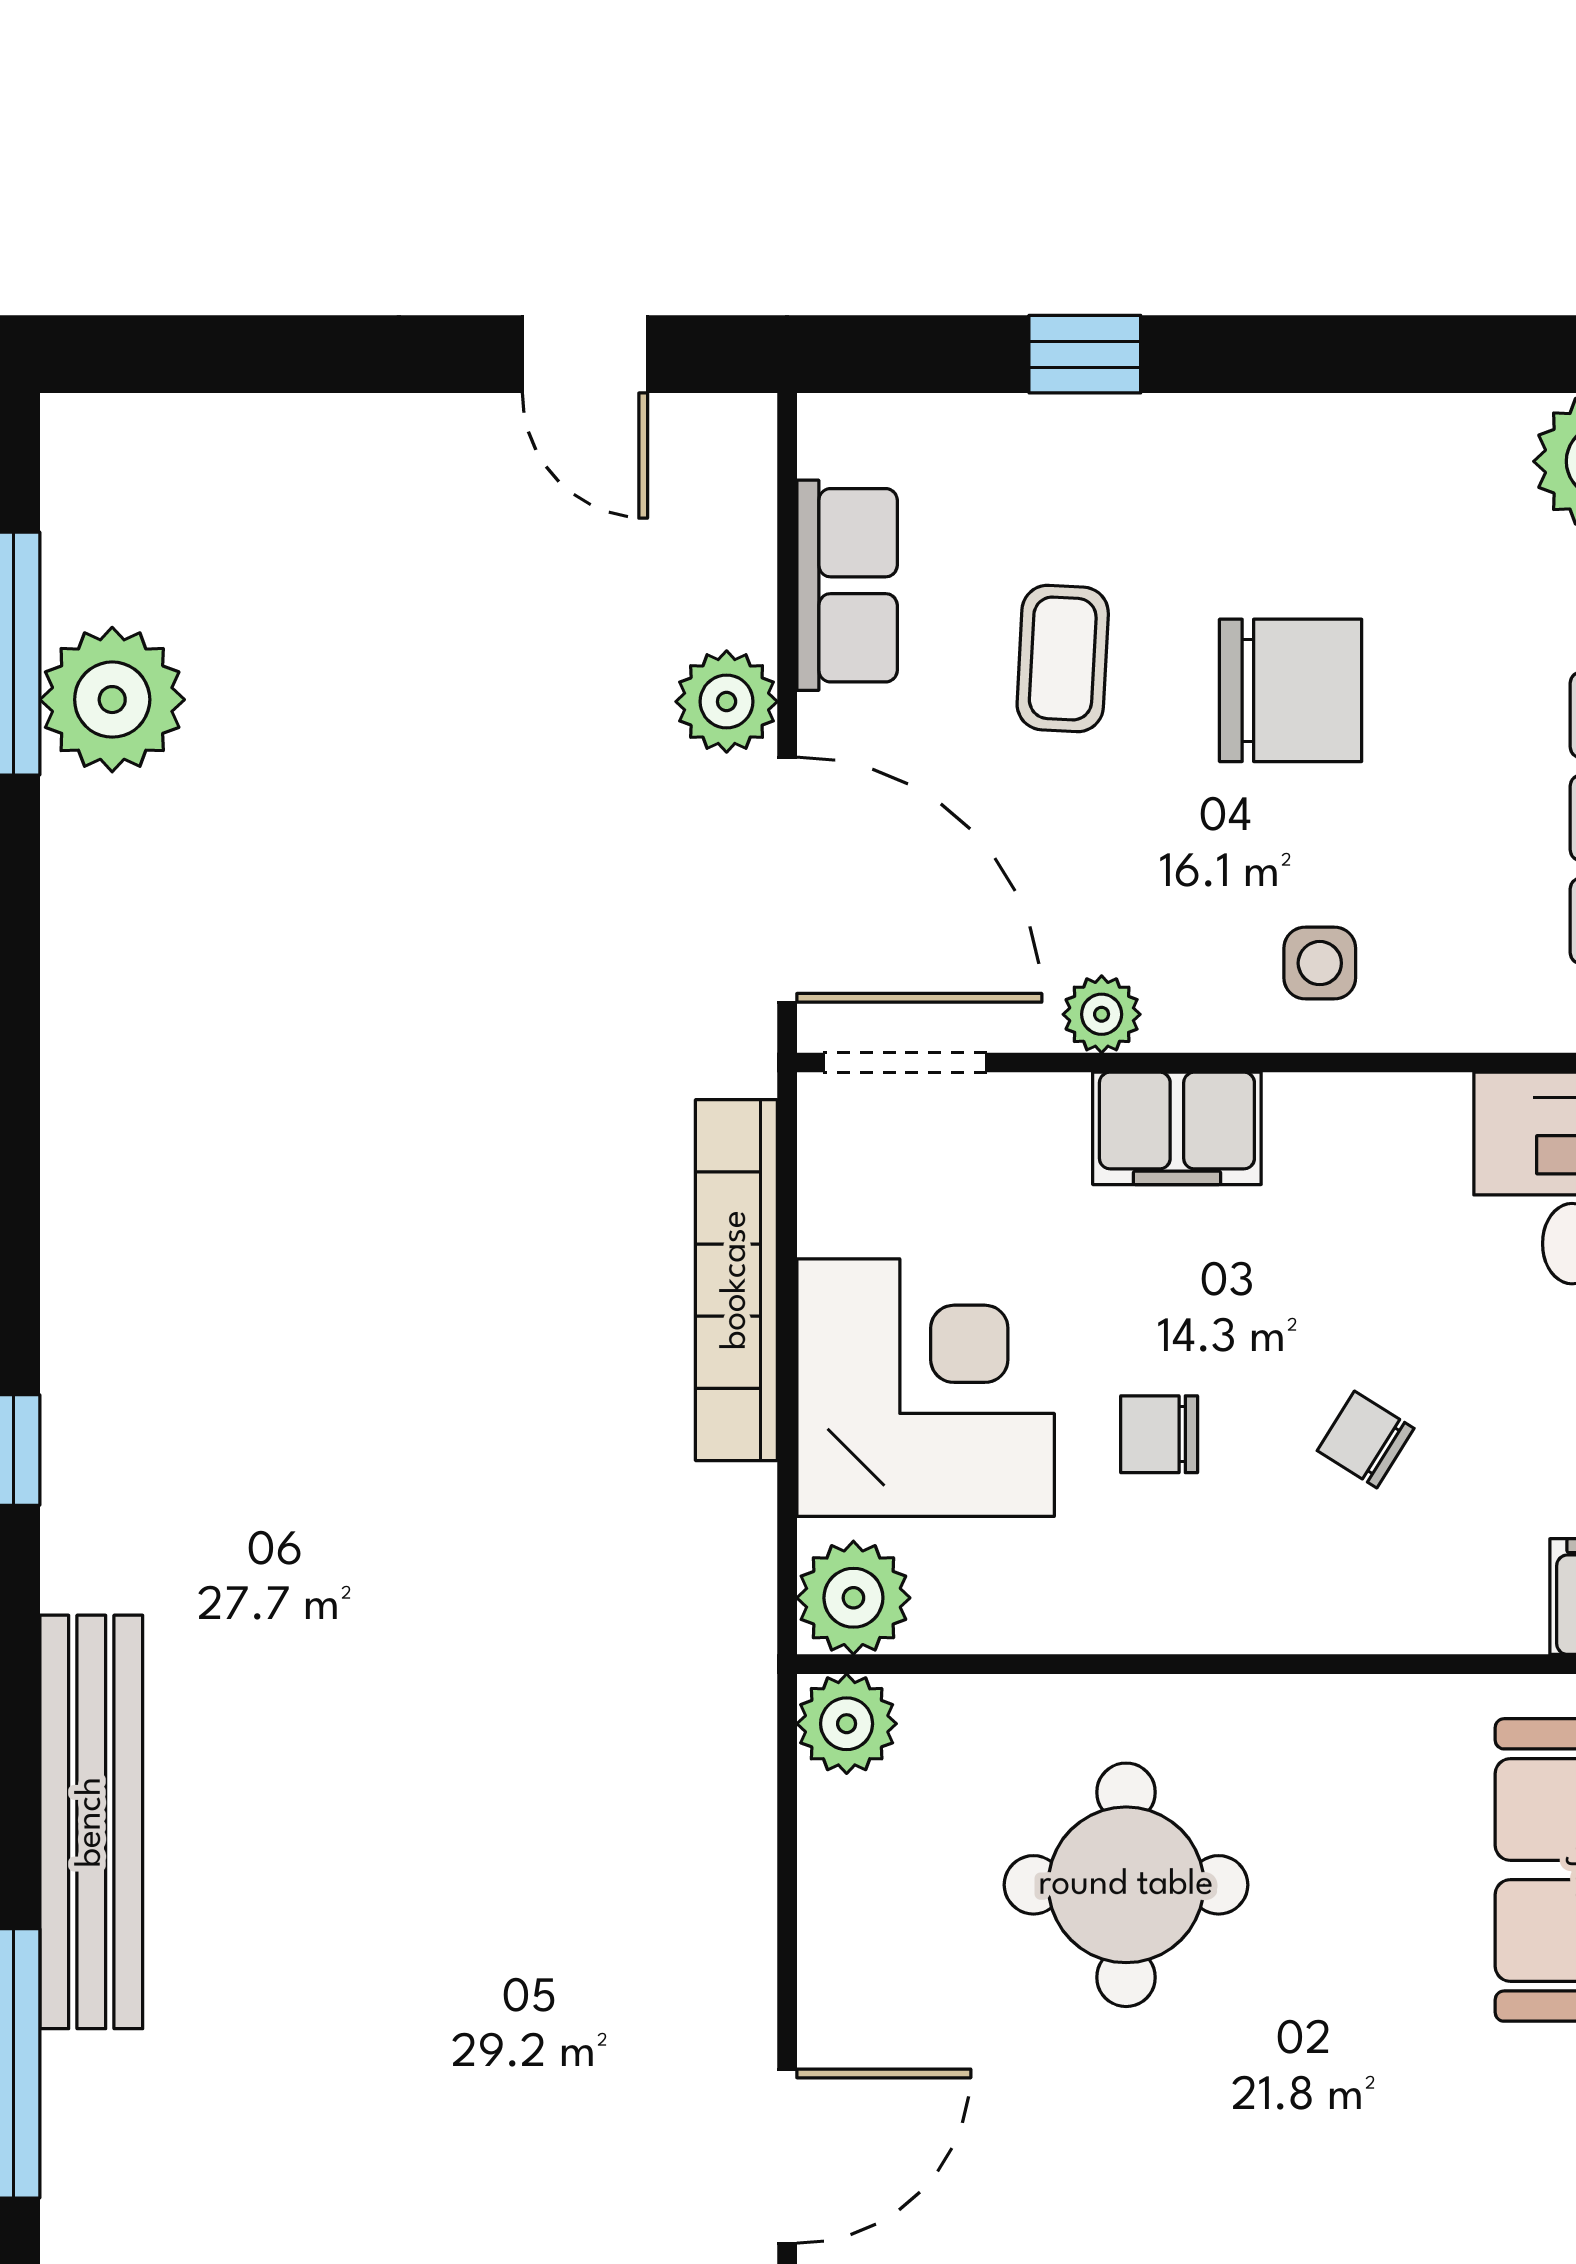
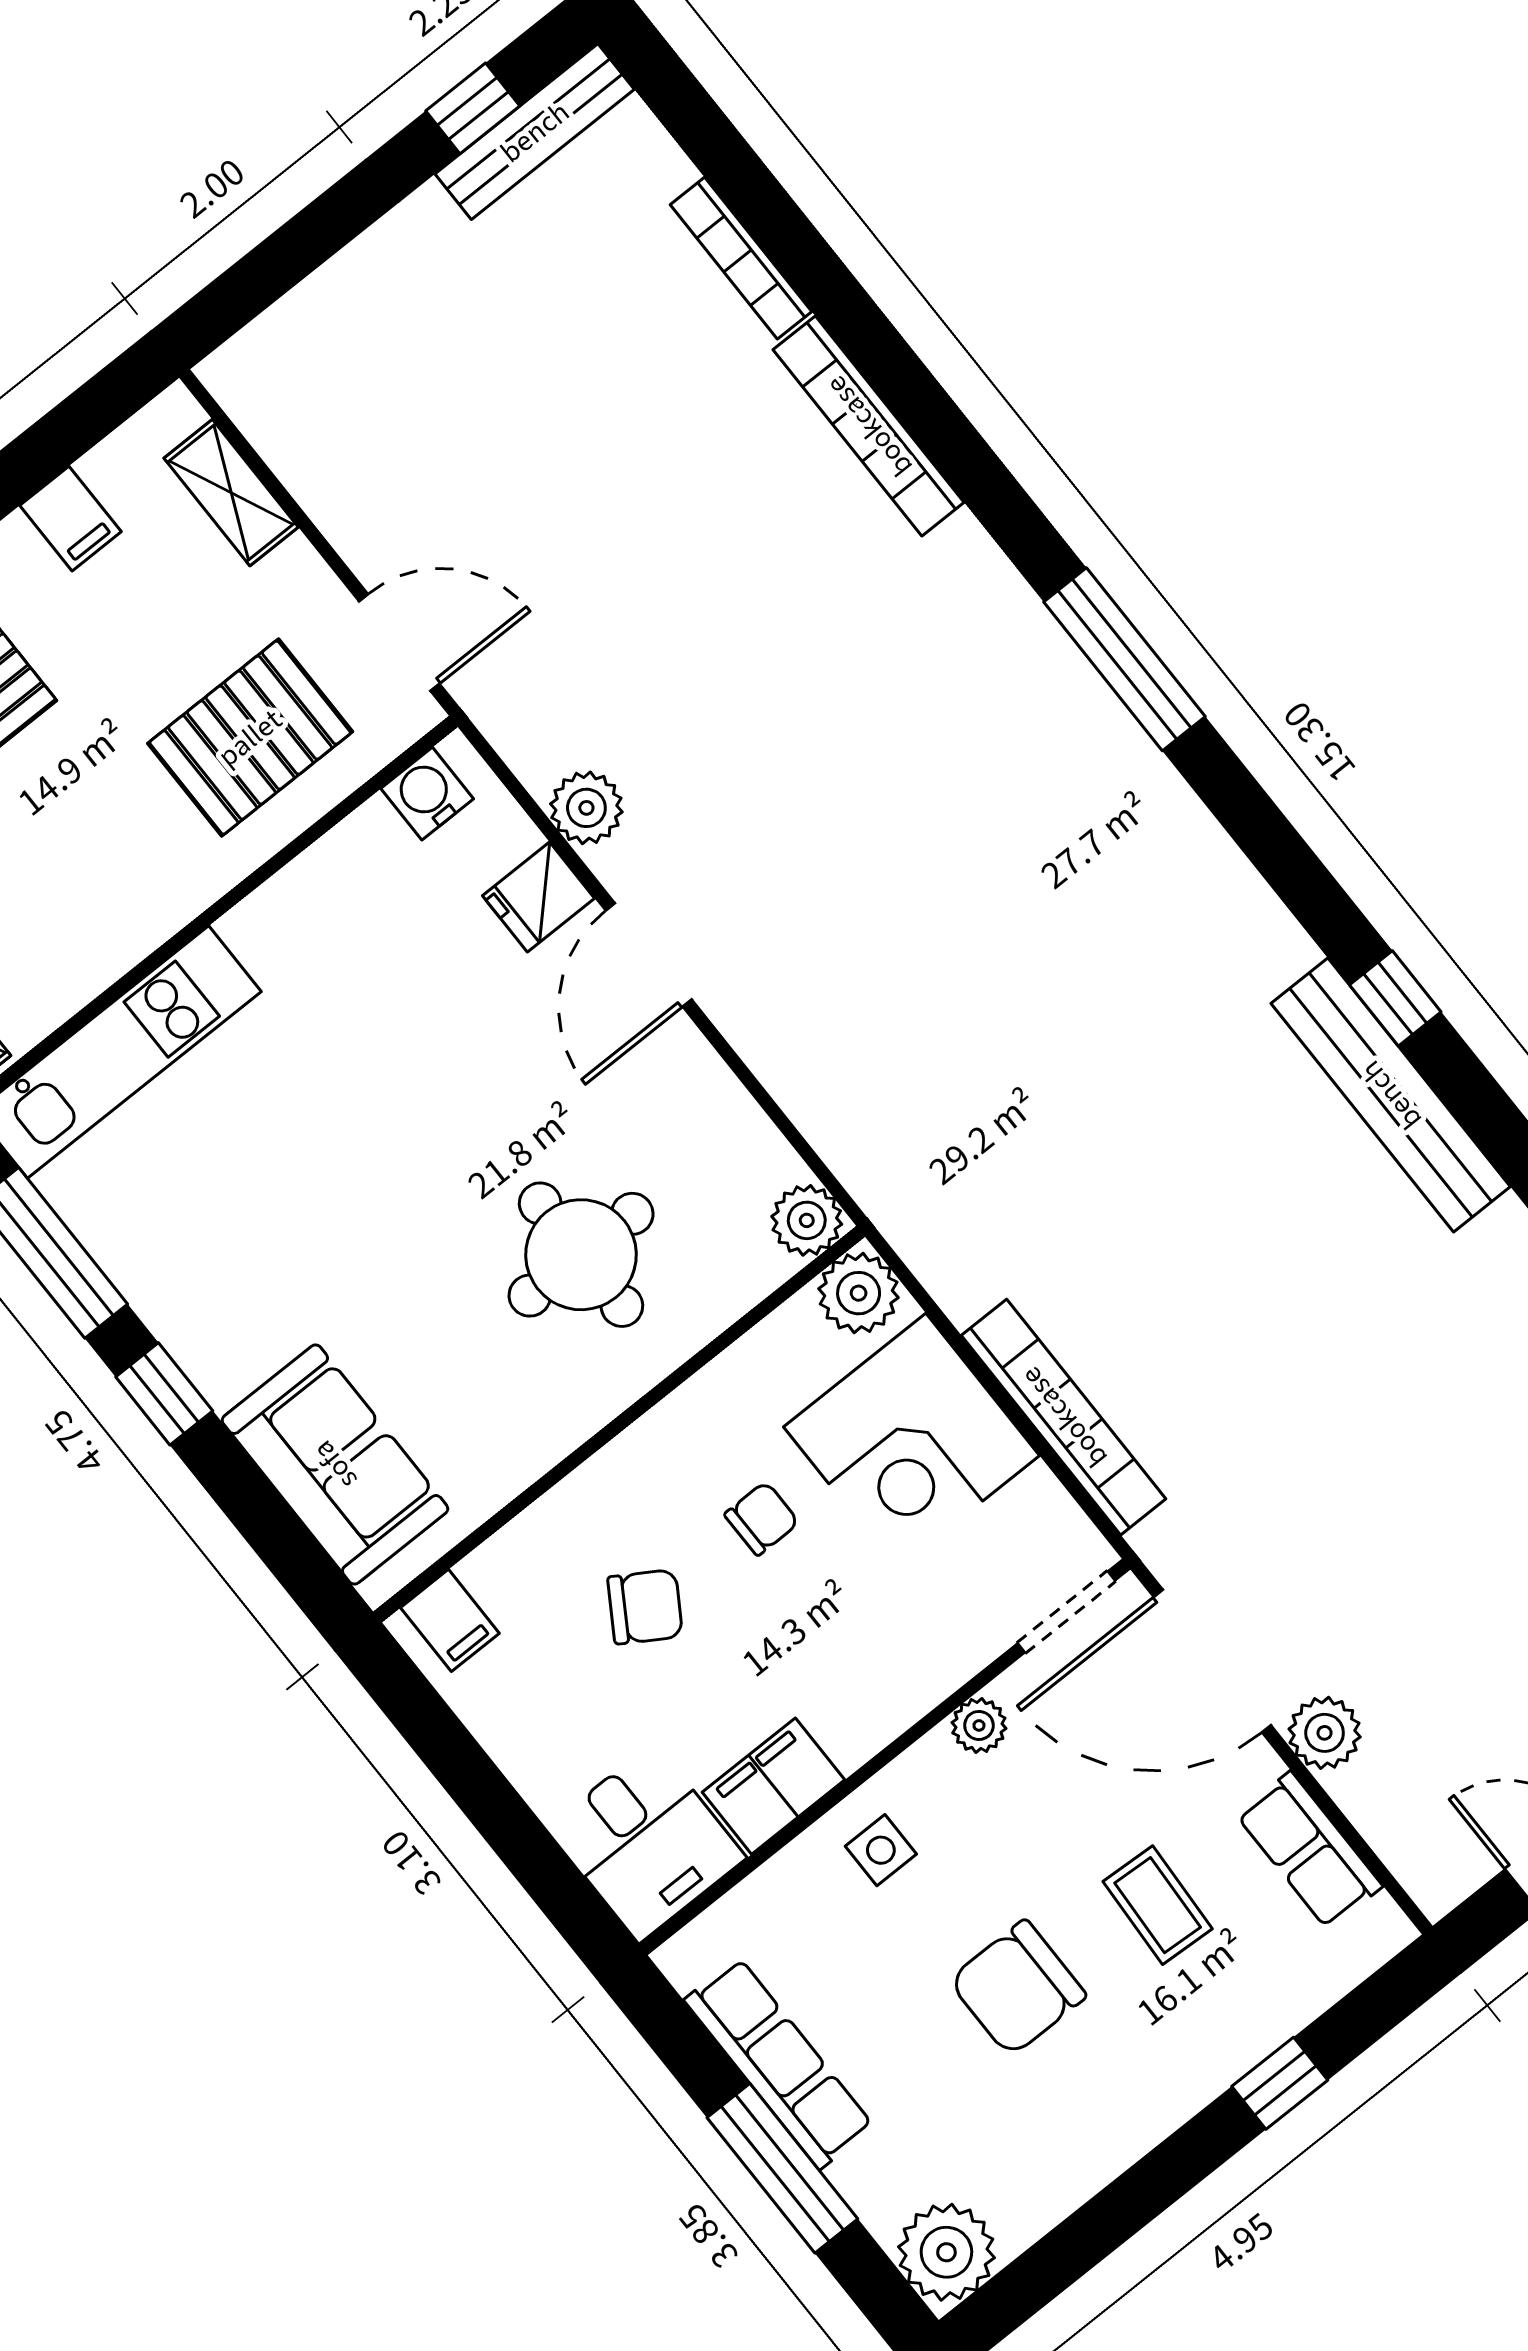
filing cabinet: (1177, 1128) -> (774, 1786), moved
chair: (1366, 1440) -> (645, 1607), width x1.37, depth x1.37
bench: (91, 1822) -> (1391, 1095), moved

